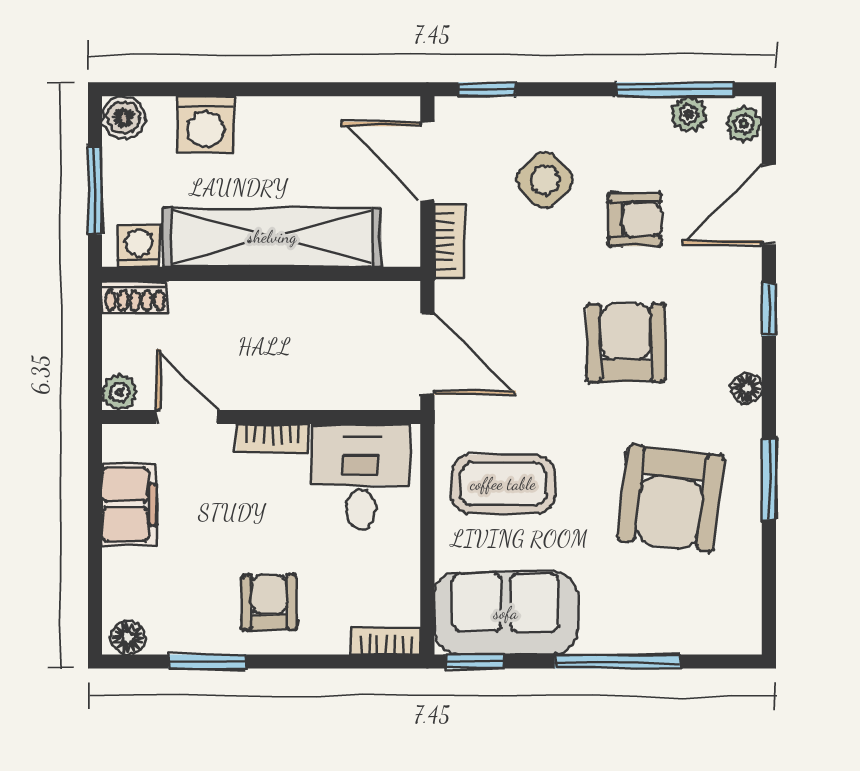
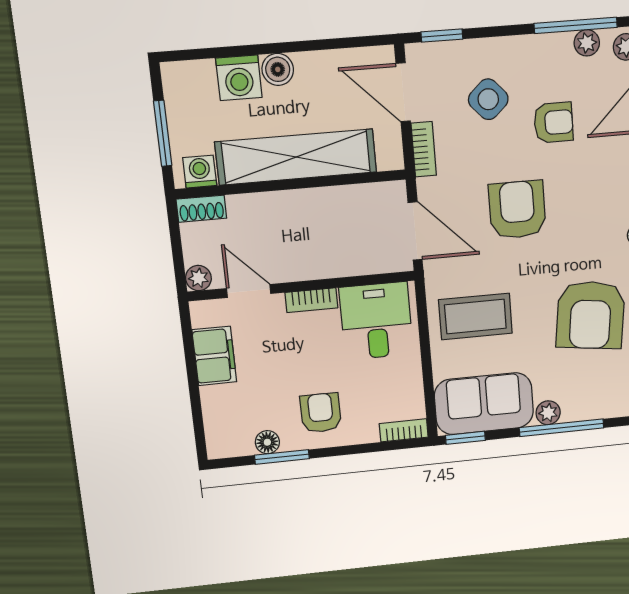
boiler: (123, 118) -> (278, 69), moved
armchair: (626, 343) -> (517, 210), moved
plant: (599, 637) -> (548, 413), added
floor lamp: (128, 638) -> (267, 442), moved

